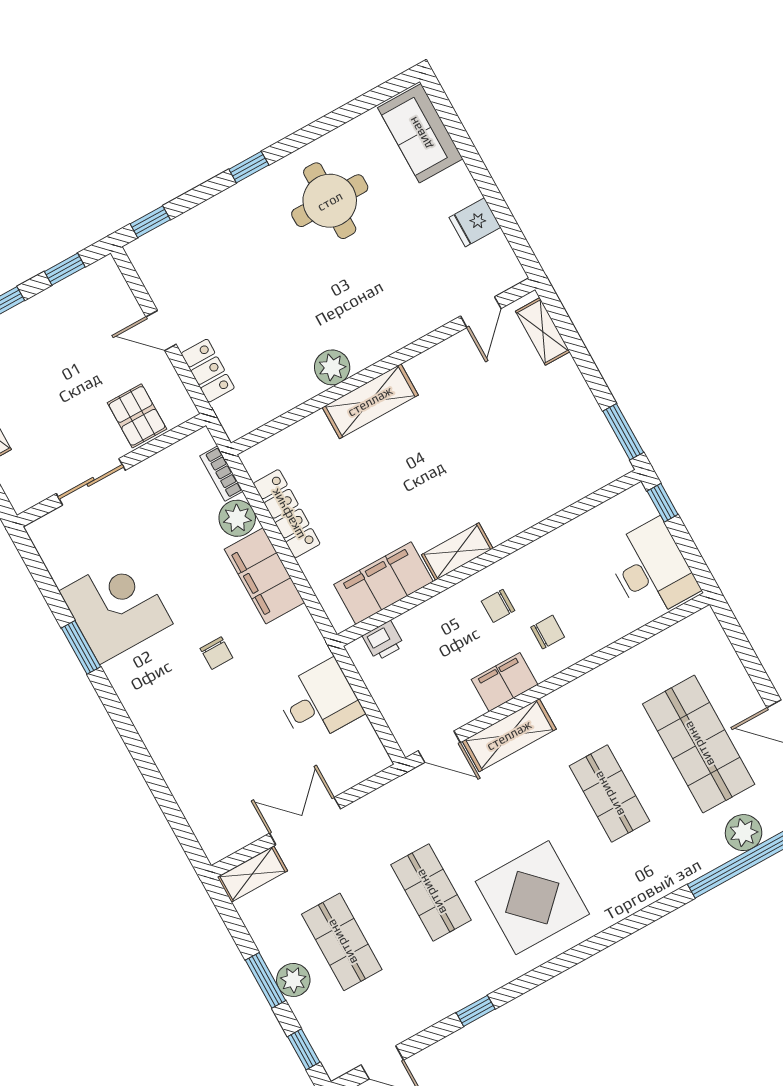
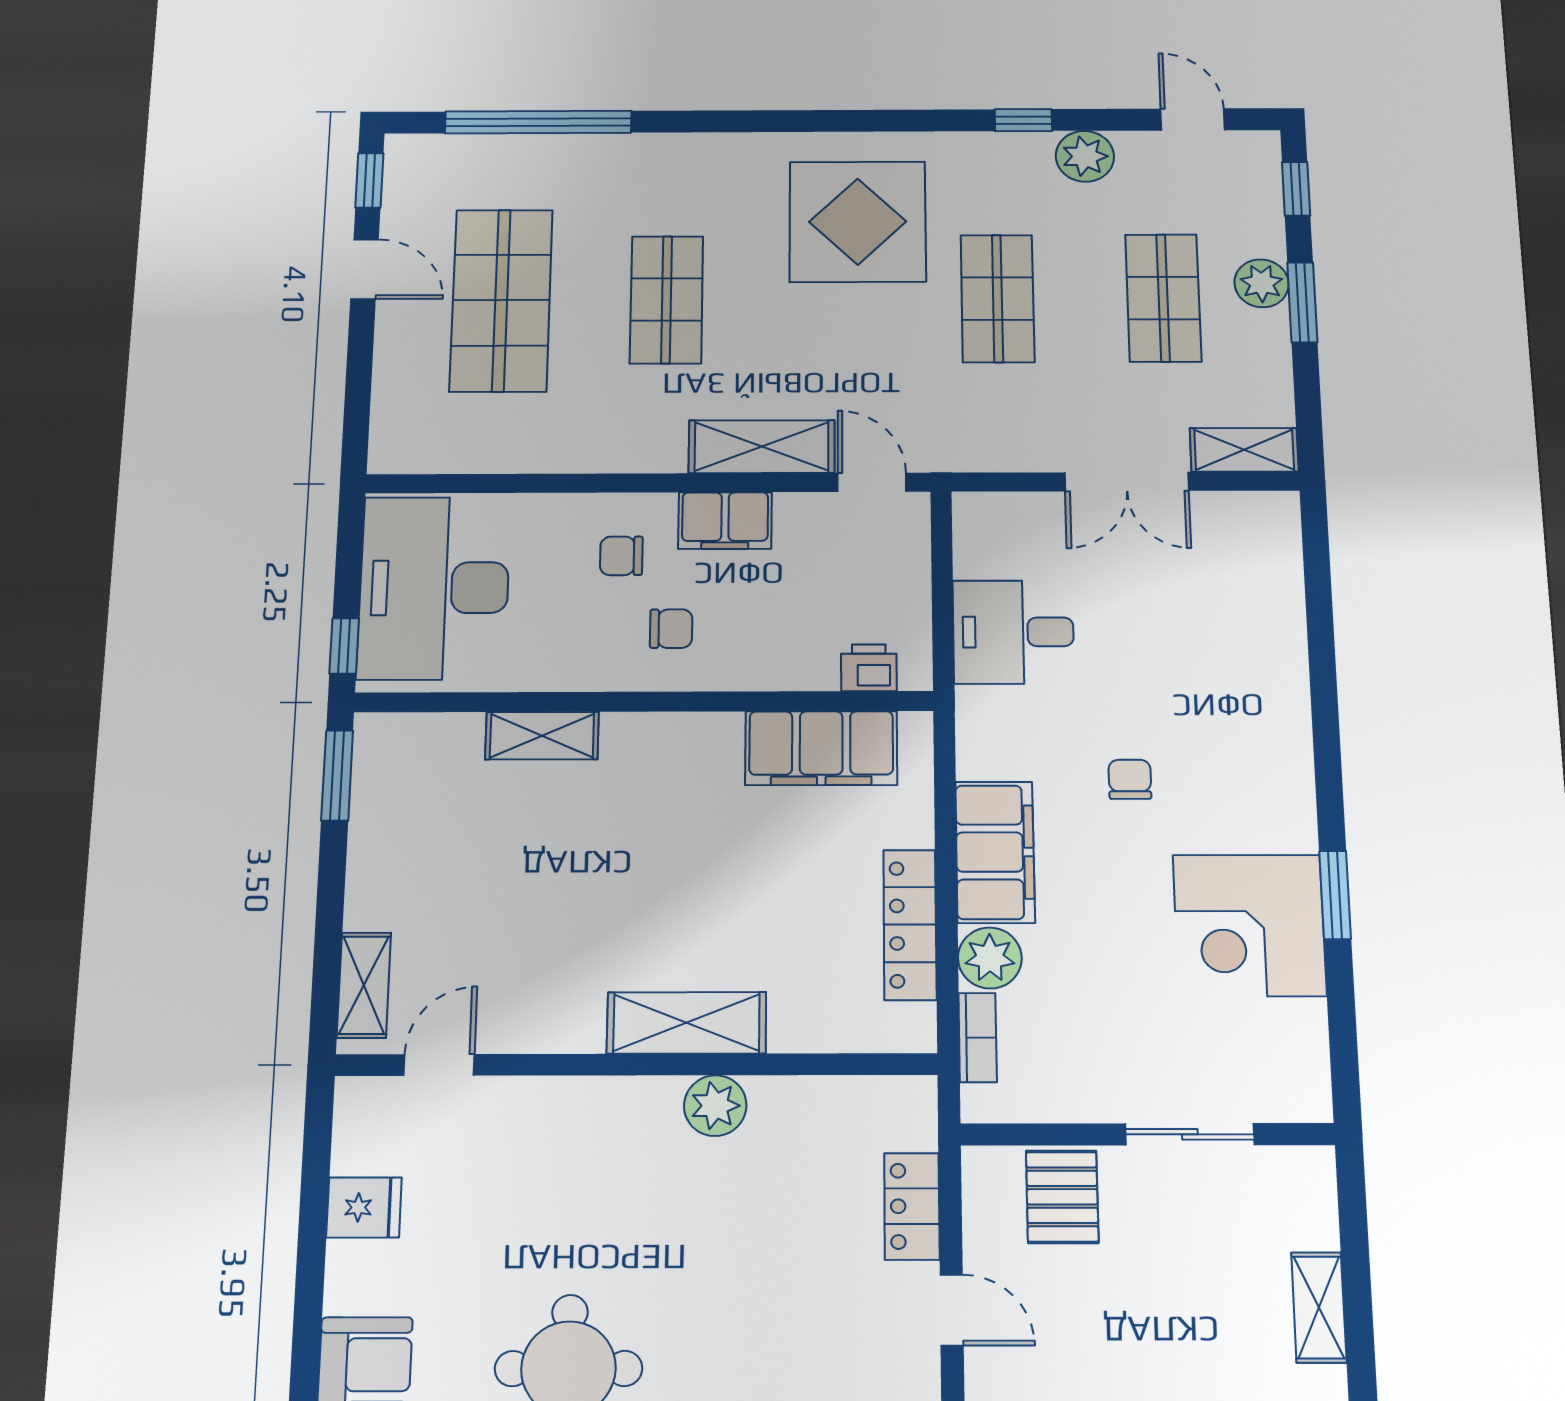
shelving: (457, 552) -> (542, 736), moved
desk: (652, 569) -> (434, 588), width x1.36, depth x1.30
plant: (744, 833) -> (1085, 156), moved

